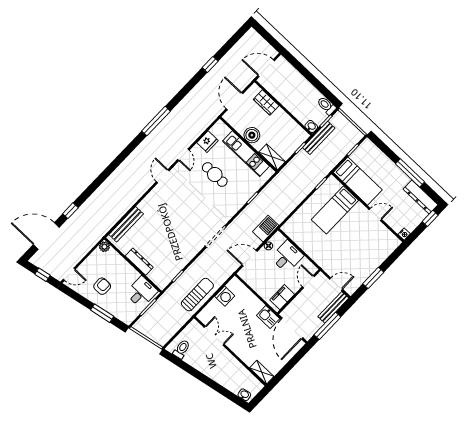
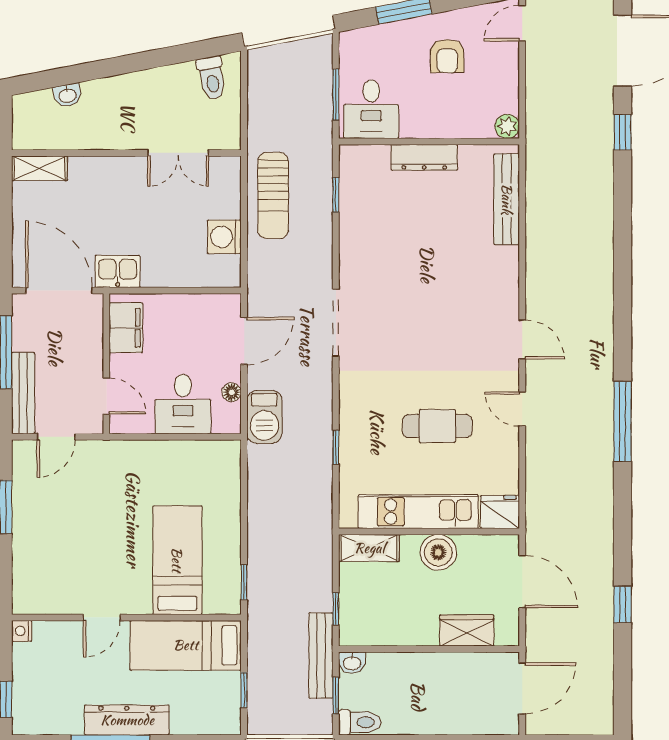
fridge: (207, 142) -> (500, 512), moved, turned 90
dresser: (421, 197) -> (127, 720), moved
washbasin: (244, 395) -> (68, 95), moved

